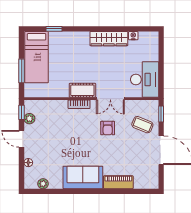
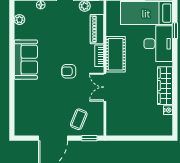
desk: (145, 79) -> (158, 44), moved, turned -90
cot: (82, 90) -> (116, 54), width x1.37, depth x1.34
armchair: (108, 128) -> (69, 71), moved
piano: (118, 182) -> (97, 29), moved, turned 180

